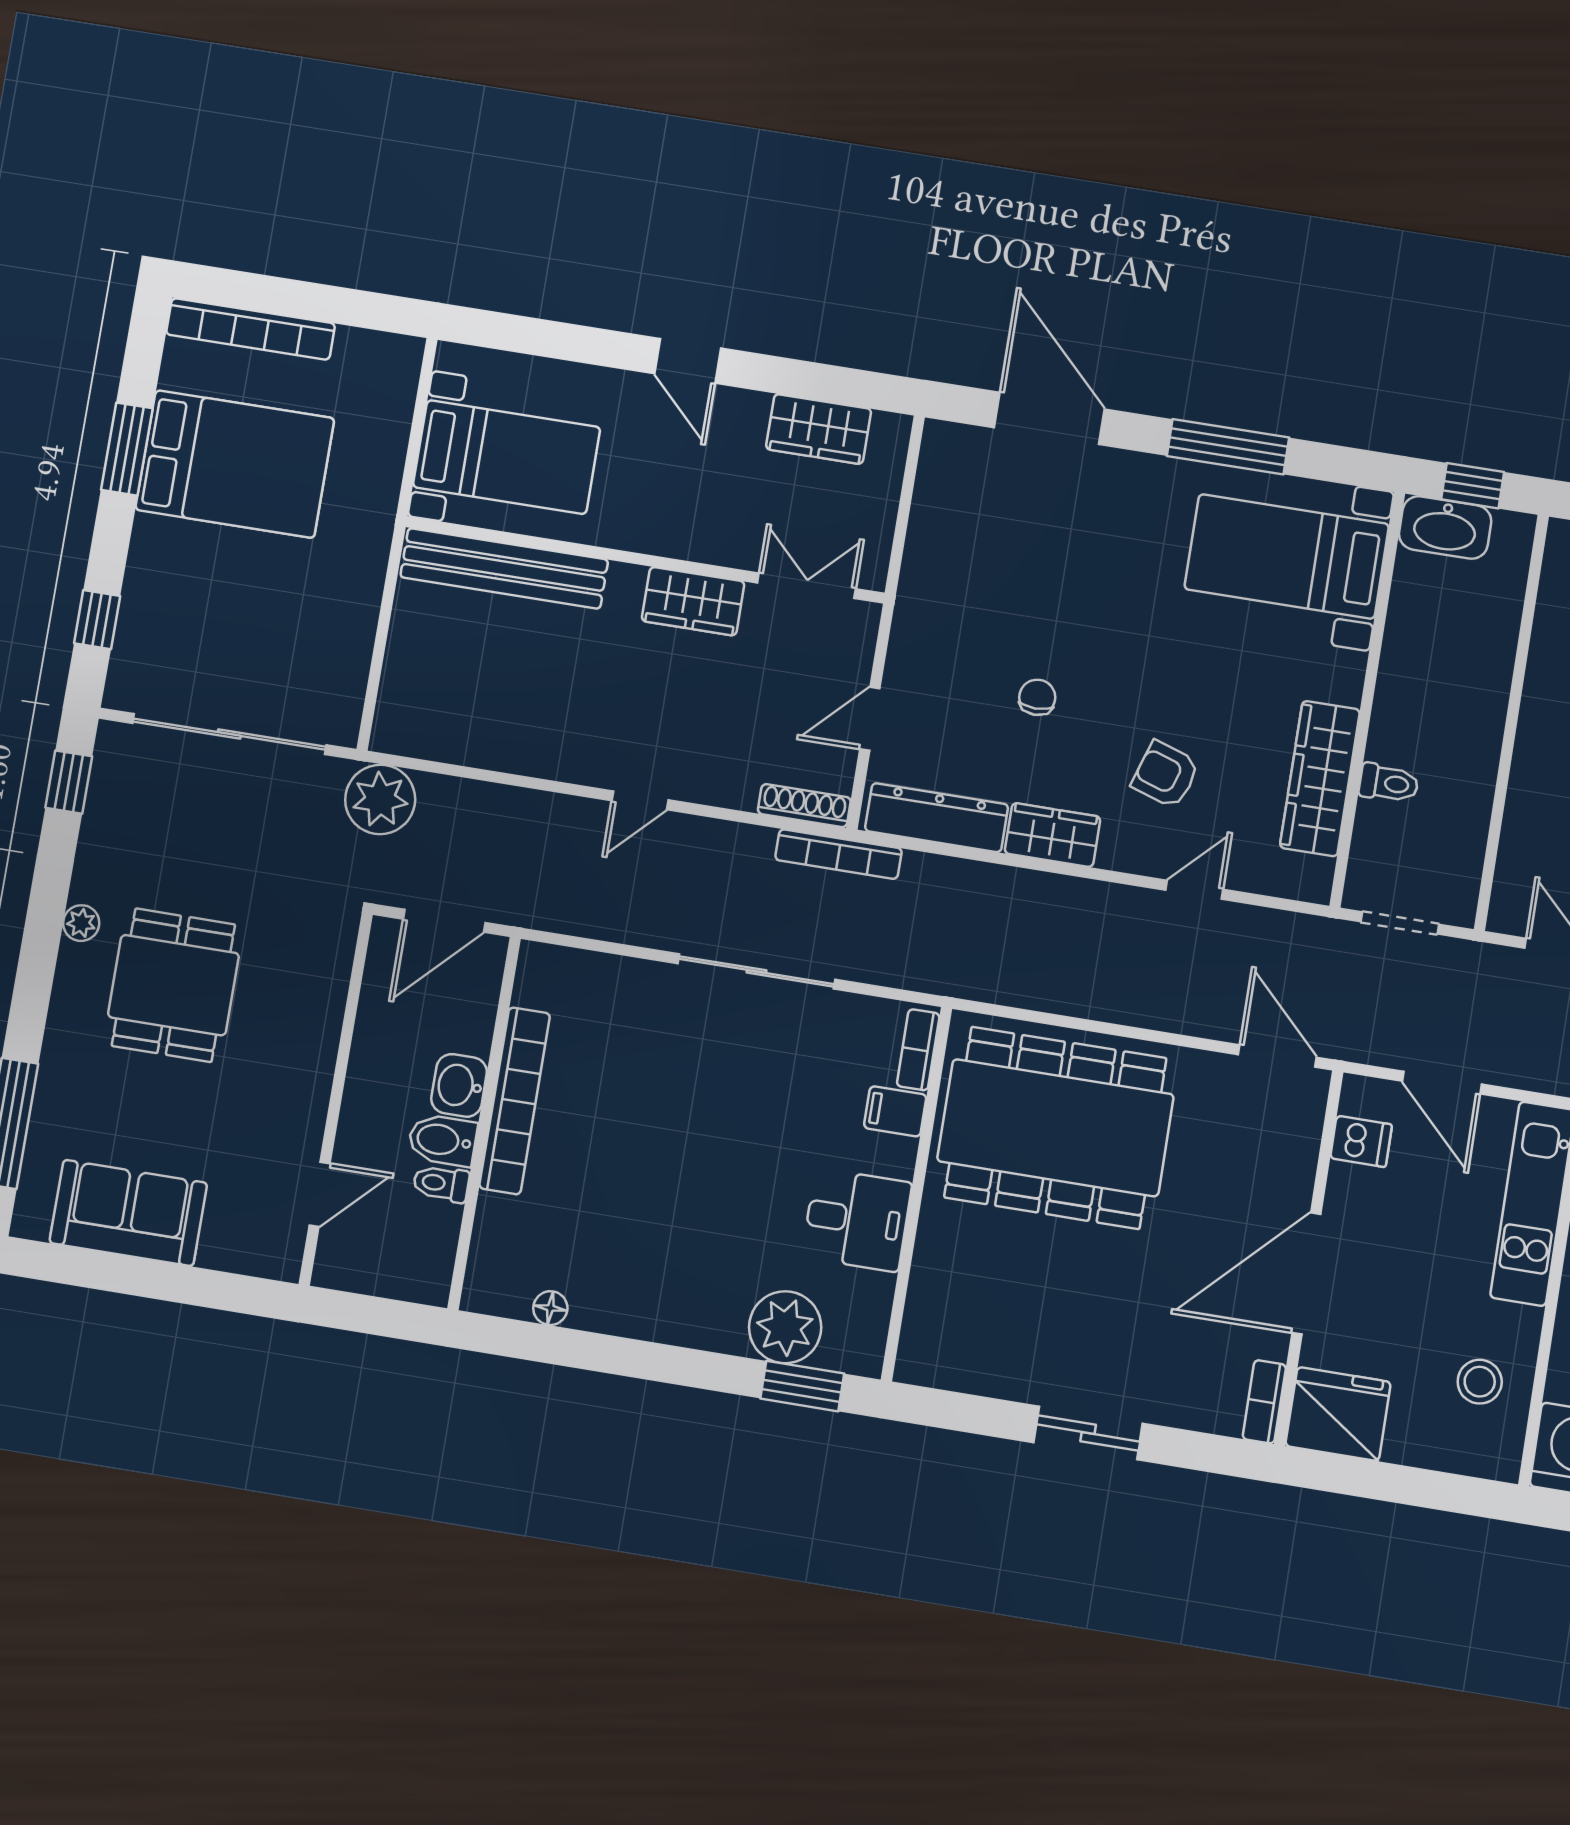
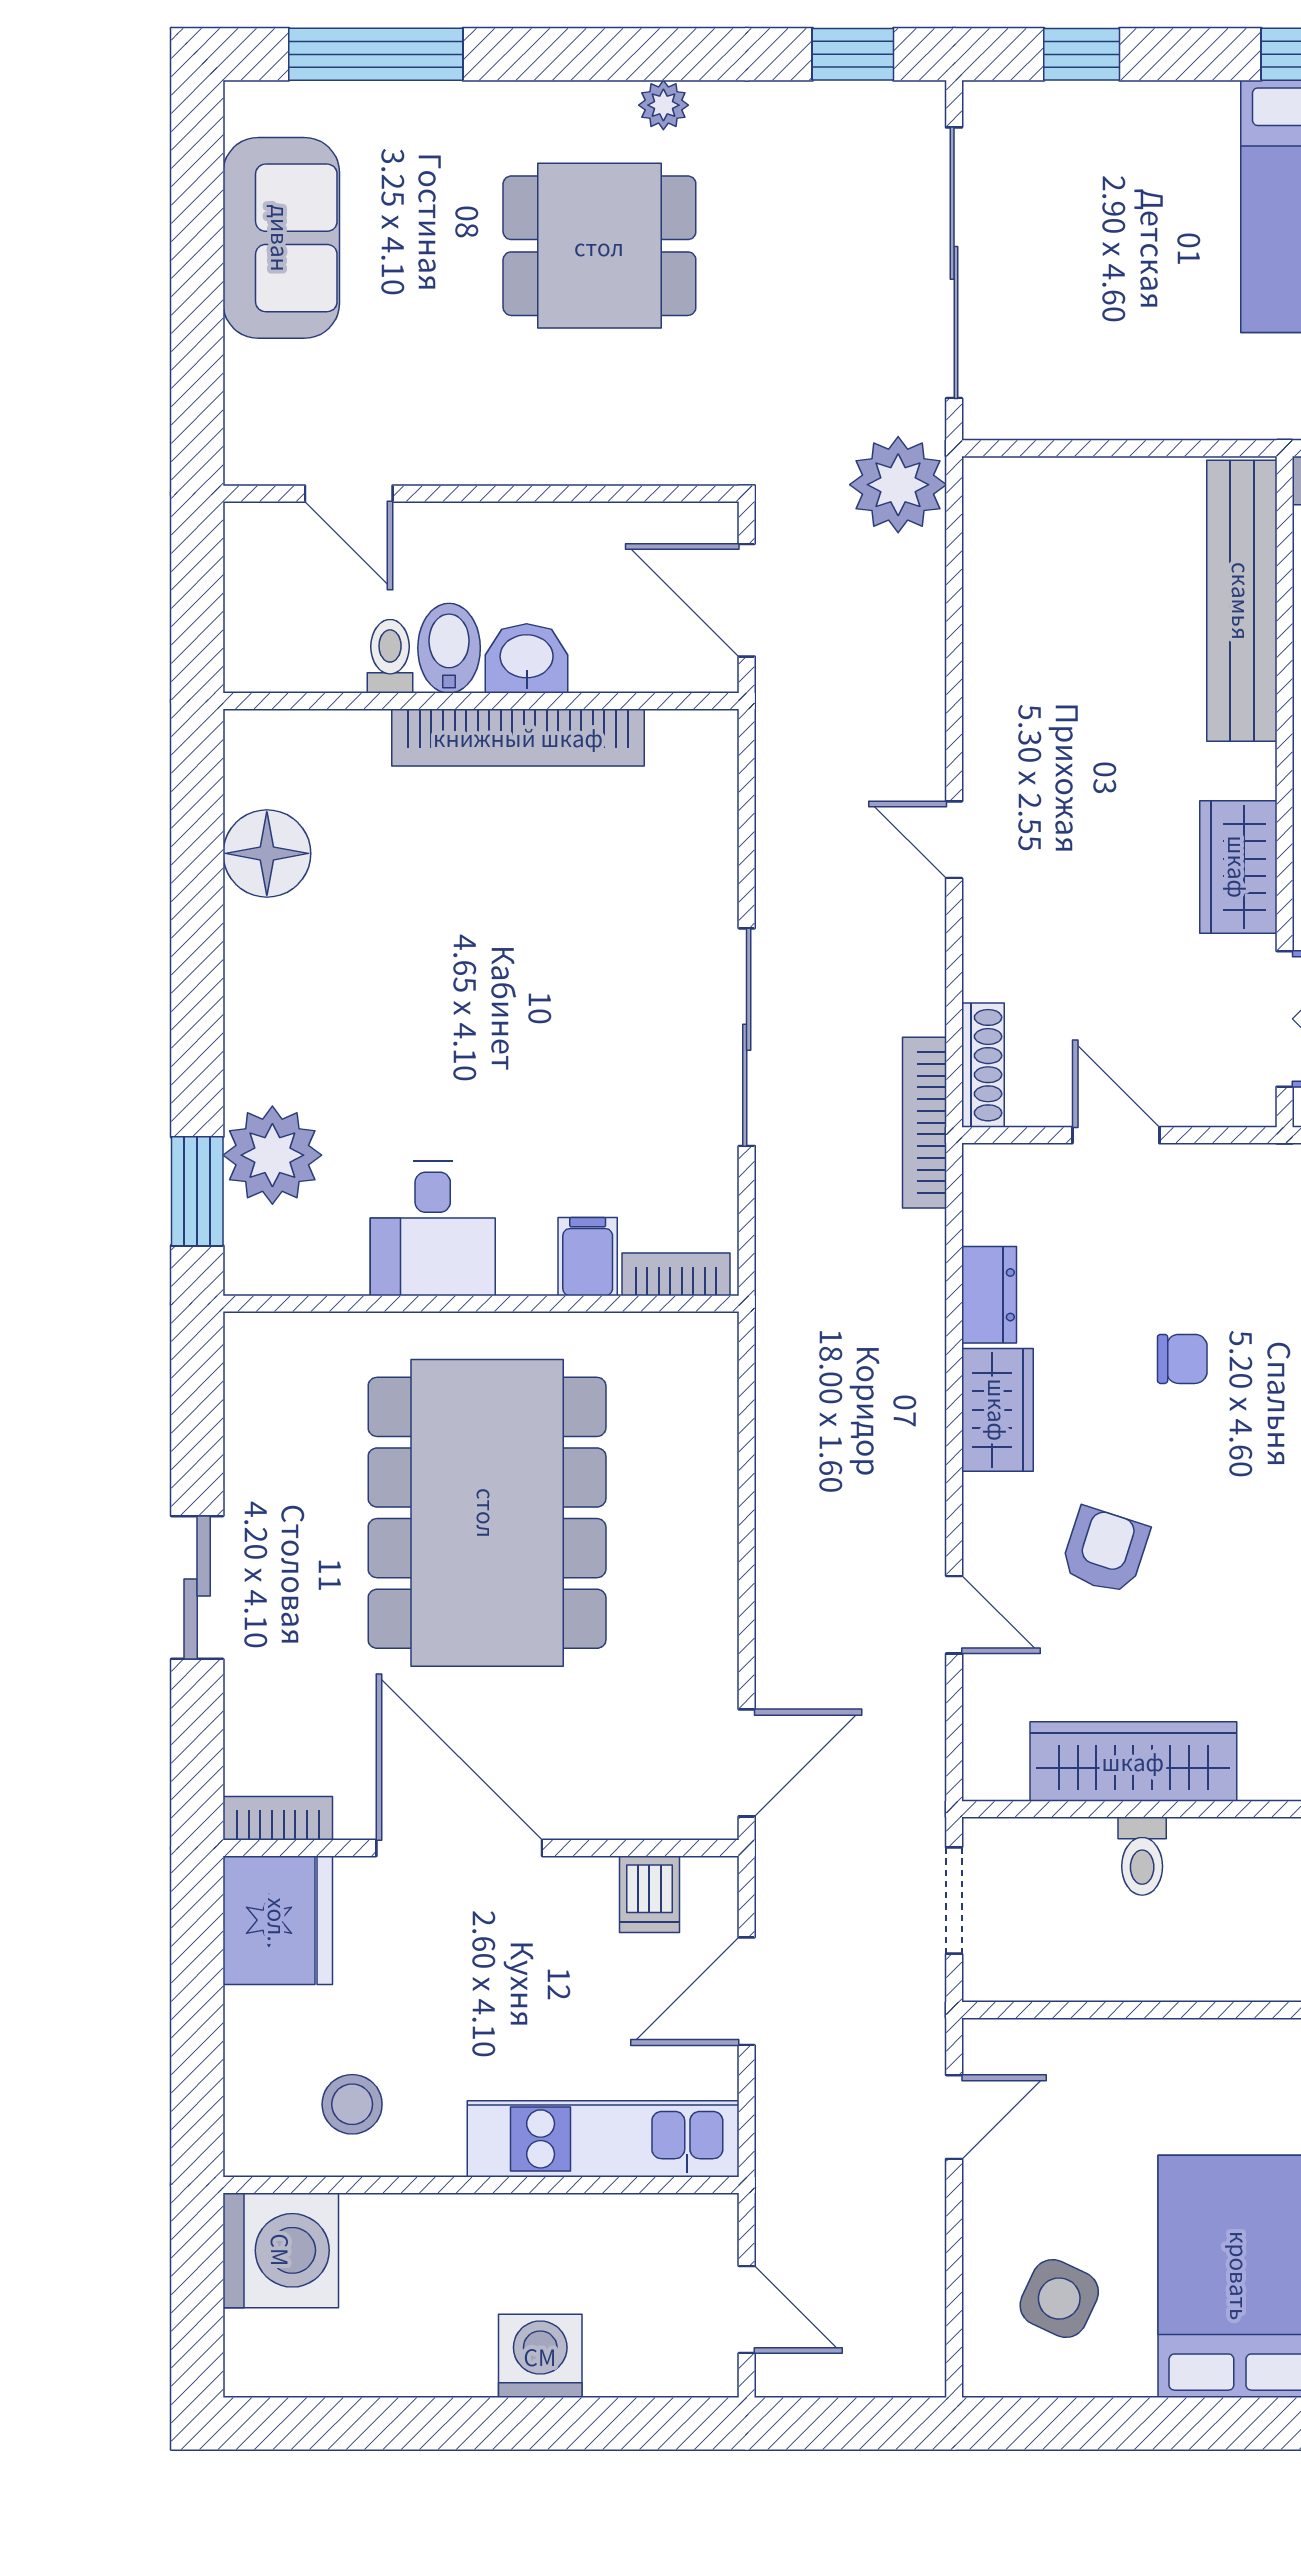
dresser: (937, 818) -> (989, 1295), width x0.51, depth x0.80
dining table: (1055, 1128) -> (487, 1513), moved
floor lamp: (550, 1308) -> (267, 853), width x1.89, depth x1.89

